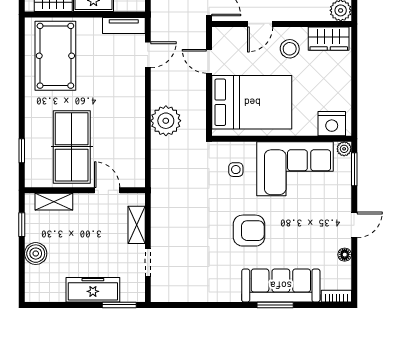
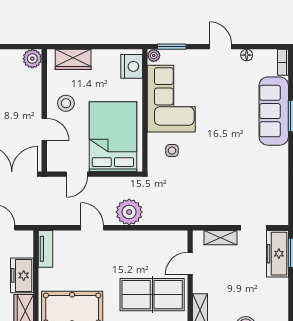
wardrobe: (329, 39) -> (73, 59), moved, turned 90
door: (148, 55) -> (92, 228), moved
armchair: (249, 231) -> (226, 139), removed
freezer: (93, 290) -> (277, 254), moved

